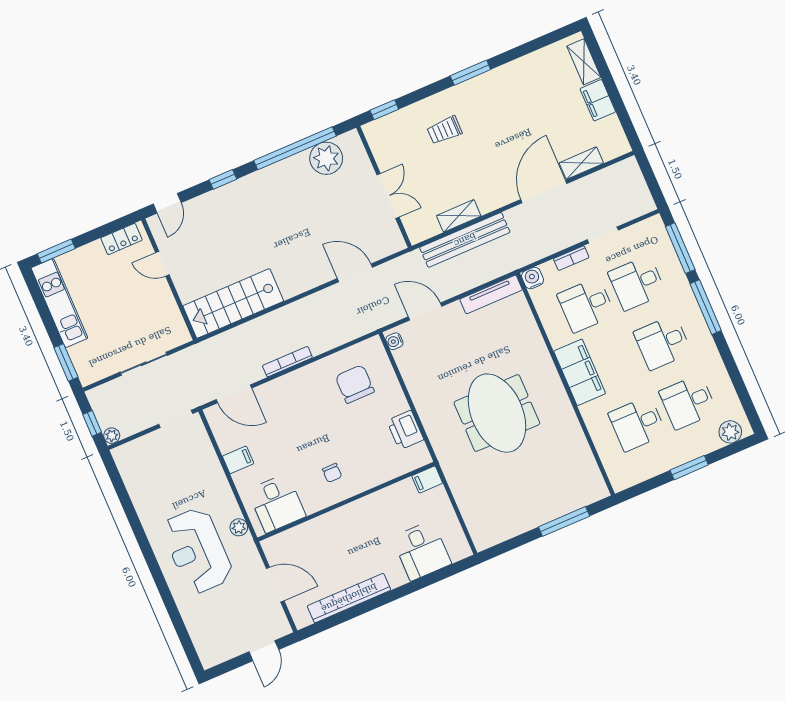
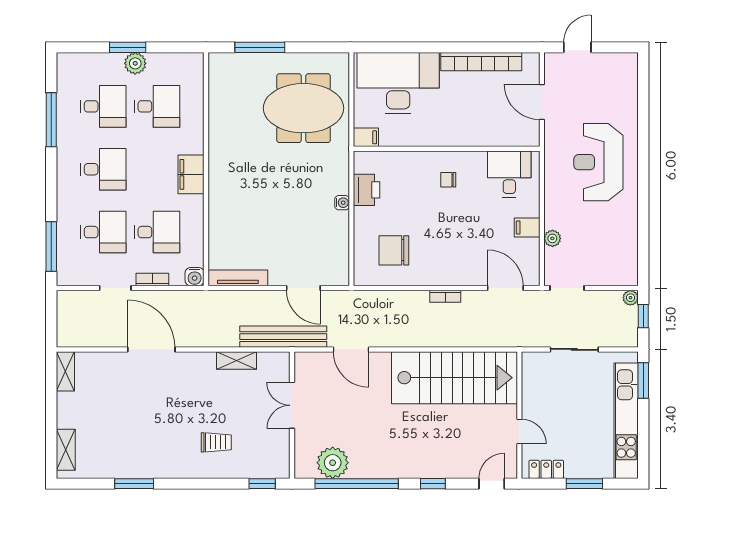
window: (470, 73) -> (134, 484), moved
filing cabinet: (598, 100) -> (68, 410), removed
shelving: (581, 163) -> (65, 371), moved, turned 90
door: (544, 191) -> (151, 349), swing flipped
bench: (465, 240) -> (283, 337), moved
window: (56, 251) -> (584, 484), moved
kitchen unit: (59, 303) -> (626, 421), width x1.36
stairs: (233, 303) -> (455, 378), width x1.36, depth x1.51
window: (706, 307) -> (51, 120), moved
water cooler: (394, 341) -> (342, 203), moved
bookcase: (287, 362) -> (445, 296), width x0.64
filing cabinet: (580, 372) -> (191, 174), width x0.67, depth x0.86
chair: (355, 384) -> (394, 250), turned 90
meeting table: (497, 413) -> (304, 108), moved, turned 90
plant: (730, 432) -> (135, 63), moved
chair: (332, 473) -> (448, 180), turned -90
plant: (239, 527) -> (552, 238), moved
reception desk: (197, 551) -> (598, 162), turned 180
desk: (422, 551) -> (398, 83), width x1.87, depth x1.30

